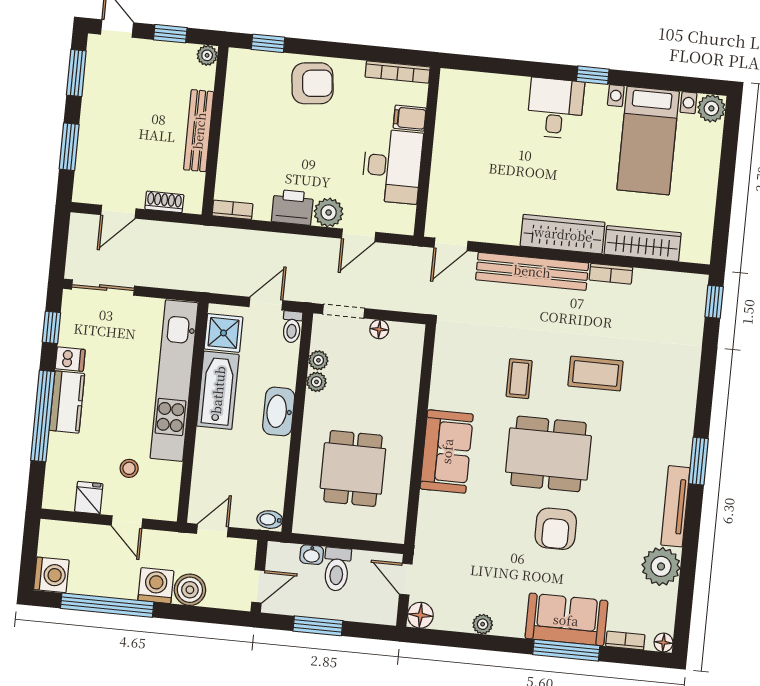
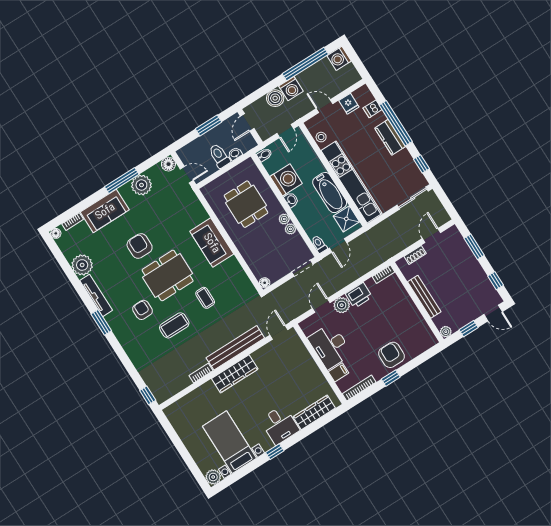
window: (268, 43) -> (391, 378), moved
window: (76, 73) -> (496, 281), width x0.67
armchair: (312, 83) -> (392, 355), turned 96
wardrobe: (643, 243) -> (314, 412), moved, turned 180
floor lamp: (379, 329) -> (265, 283), moved
dishwasher: (70, 359) -> (373, 109), moved
plant: (318, 360) -> (284, 219), moved
washbasin: (279, 411) -> (291, 200), width x0.52, depth x0.69
armchair: (624, 432) -> (143, 310), added
washing machine: (267, 458) -> (286, 180), added
stool: (129, 468) -> (321, 137), moved
plant: (483, 624) -> (141, 185), width x1.87, depth x1.87
window: (566, 650) -> (122, 181), moved

